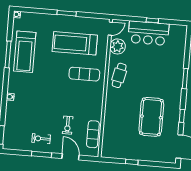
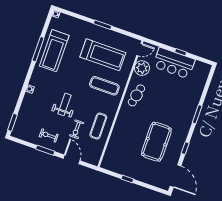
treadmill: (75, 43) -> (103, 55), turned 180
weight bench: (49, 103) -> (65, 104), added
exercise mat: (93, 134) -> (98, 126), moved

